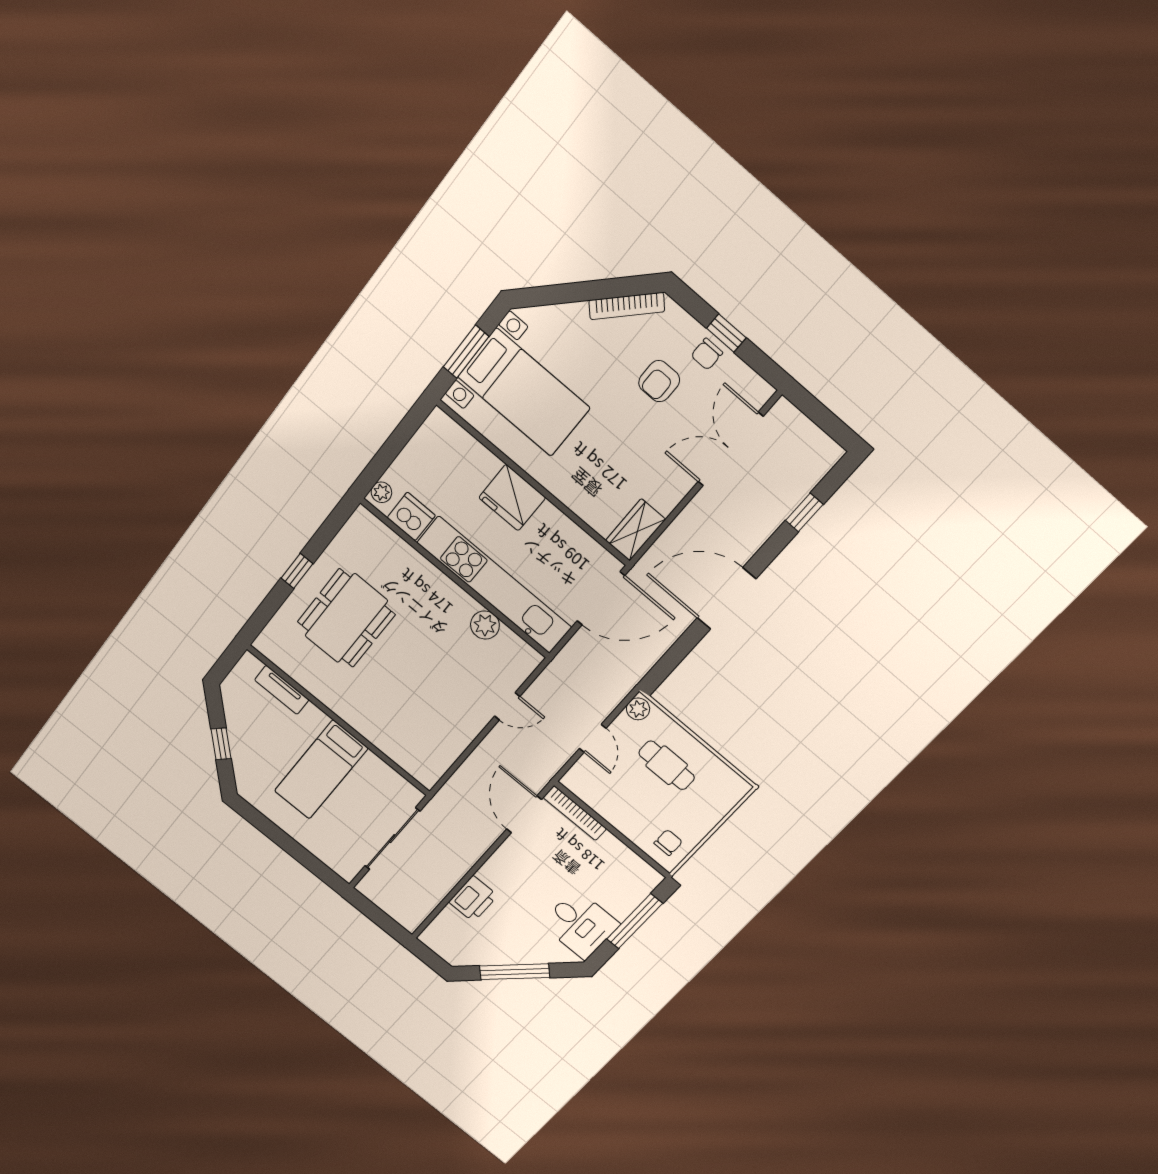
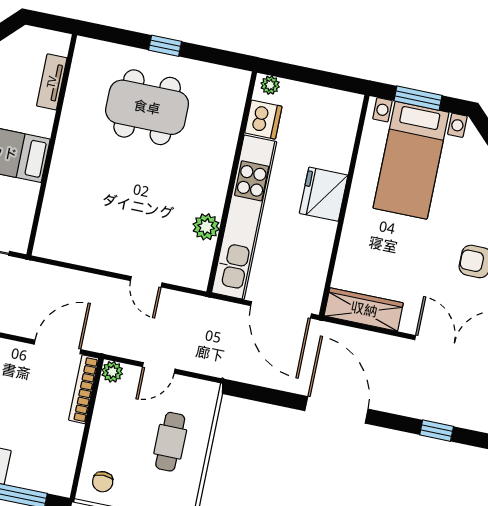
wardrobe: (635, 530) -> (364, 309), width x1.50
plant: (638, 709) -> (112, 372), moved
chair: (668, 842) -> (103, 482), turned 90

